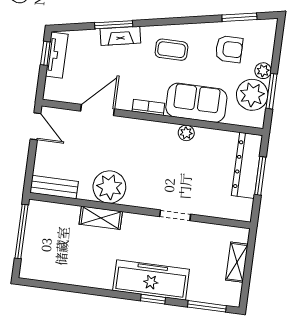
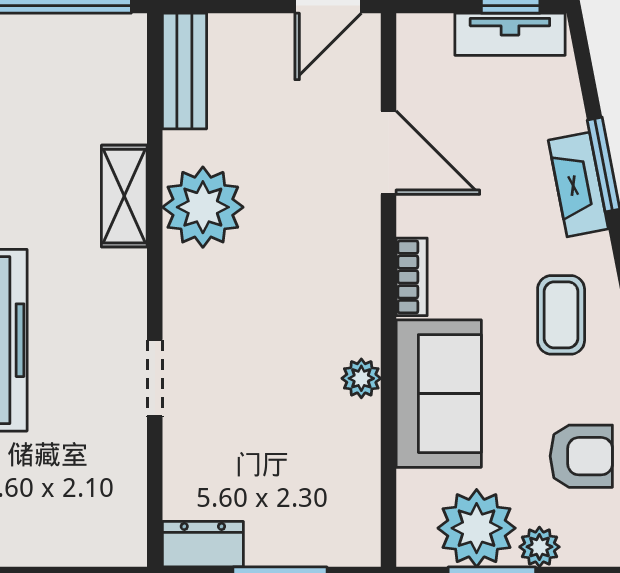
armchair: (229, 49) -> (581, 456), turned -90
dresser: (247, 165) -> (203, 544), moved, width x0.51, depth x0.80
shelving: (237, 262) -> (60, 545), removed

